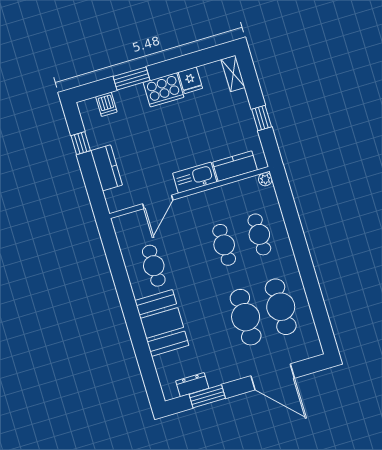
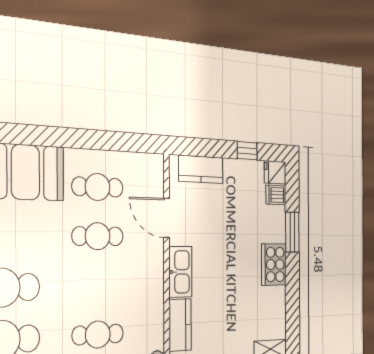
fridge: (190, 80) -> (275, 172), moved
kitchen counter: (106, 168) -> (201, 169), moved
cafe table: (224, 245) -> (98, 236), moved

